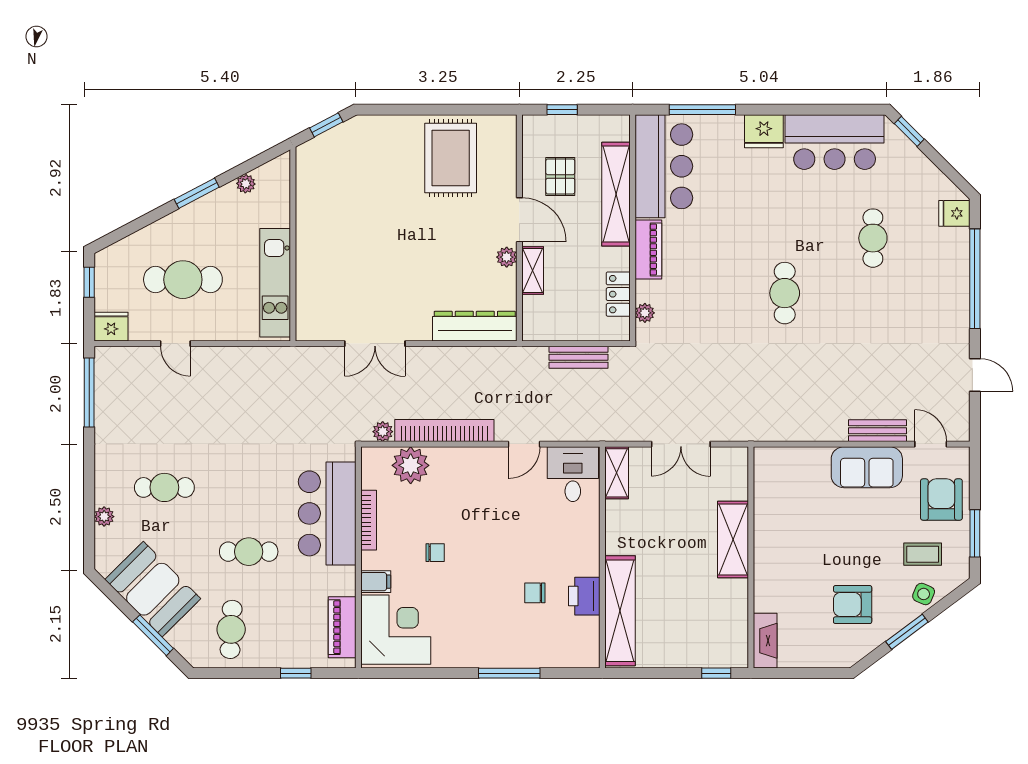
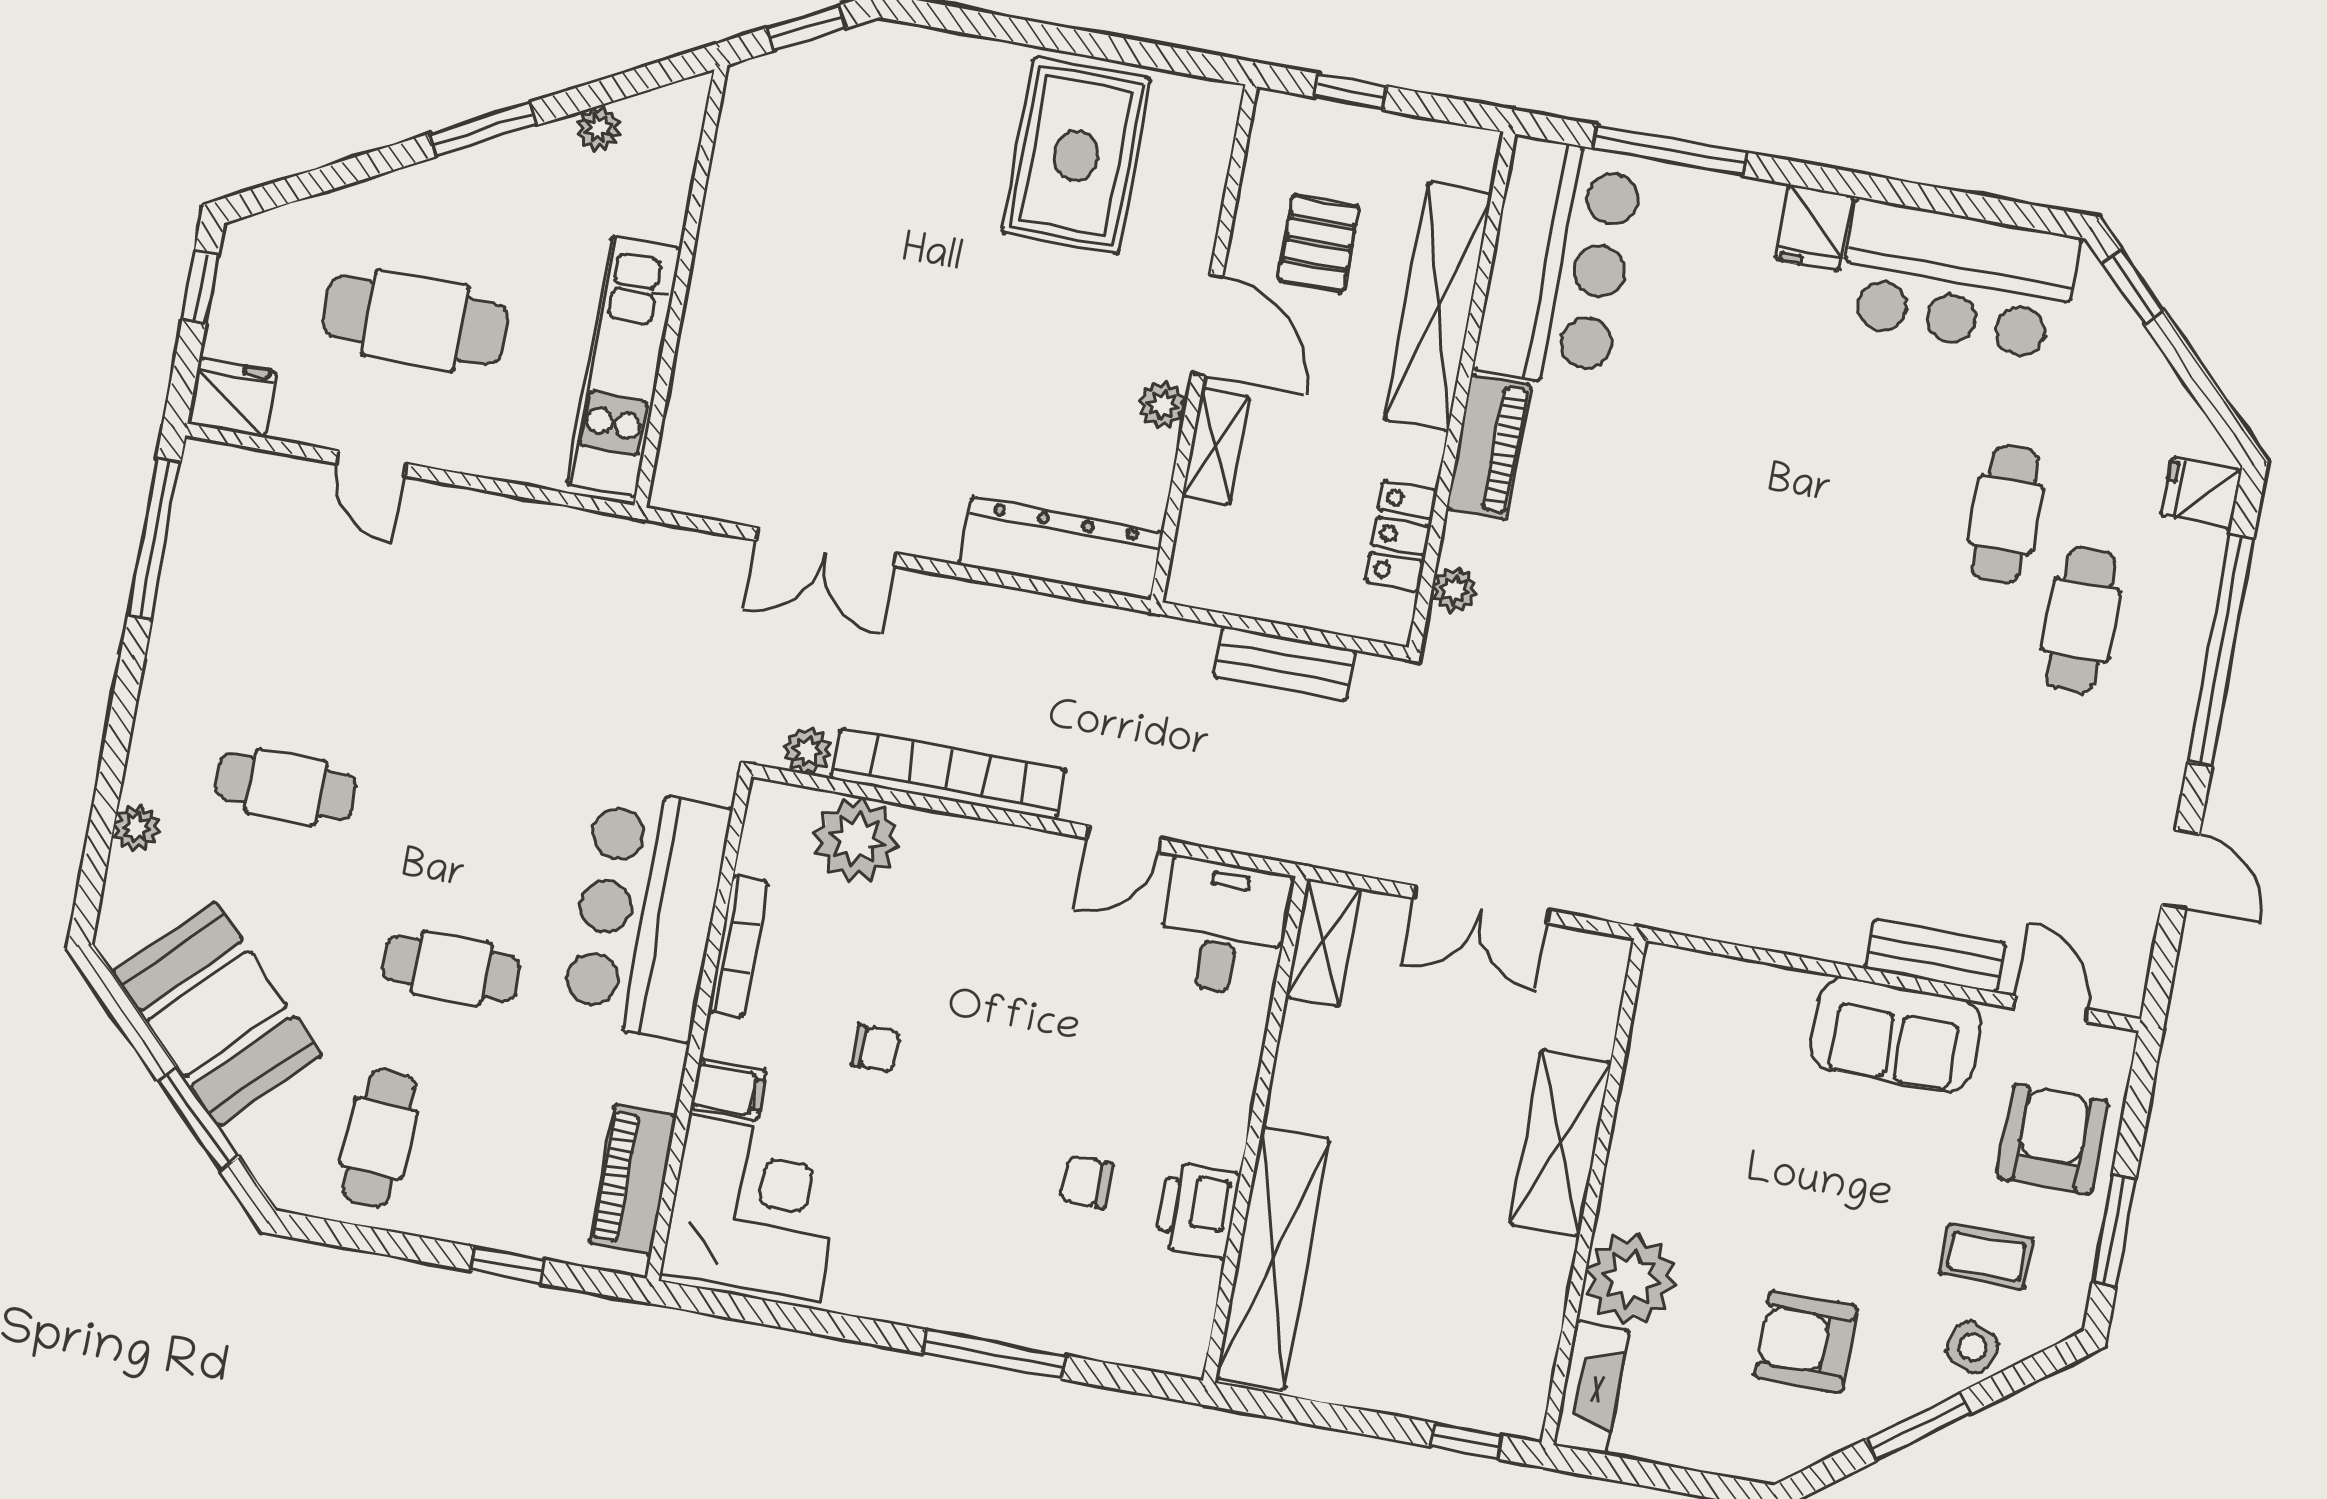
fridge: (764, 131) -> (1814, 228), width x0.72
cafe table: (785, 293) -> (2081, 620), moved
plant: (773, 591) -> (1631, 1278), added

